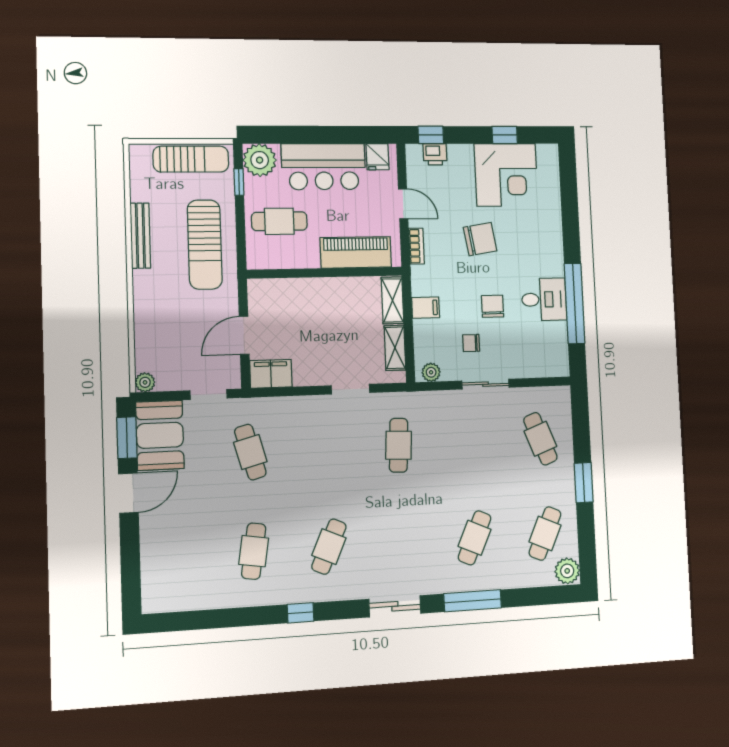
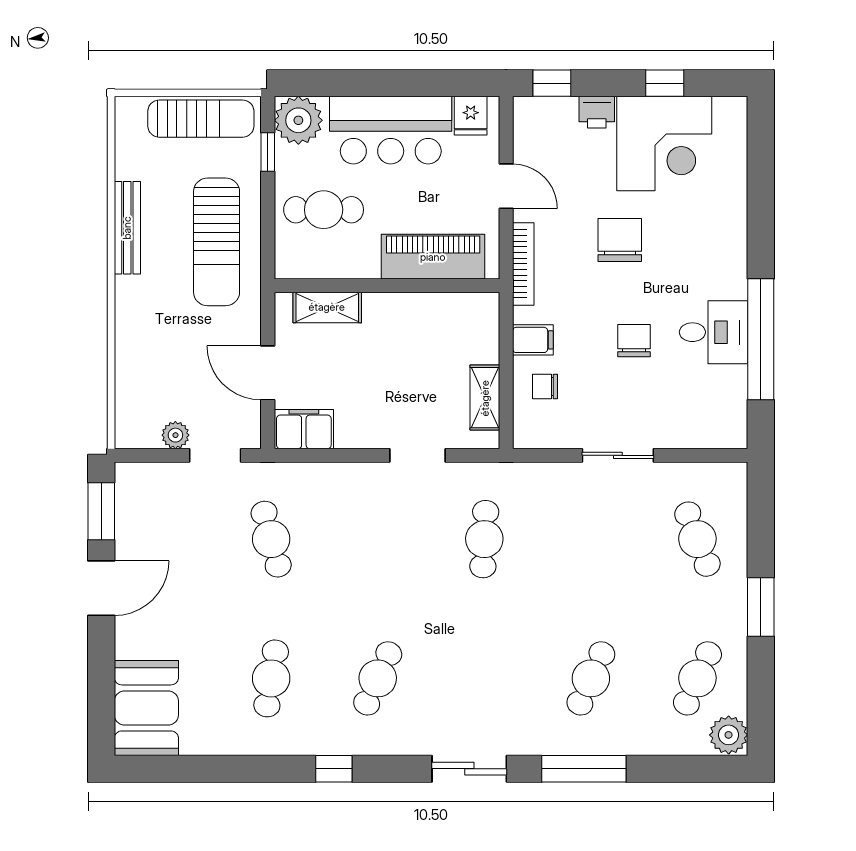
printer: (435, 154) -> (597, 112), moved
chair: (480, 239) -> (620, 240), turned -81
bookcase: (416, 246) -> (523, 264), width x1.56
shelving: (393, 300) -> (327, 307), moved, turned 90
door: (244, 335) -> (268, 373), hinge flipped
chair: (471, 343) -> (545, 387), moved
plant: (431, 372) -> (537, 435), removed
plant: (145, 382) -> (175, 435), moved
booth: (160, 435) -> (146, 708), moved

